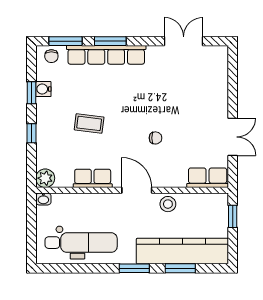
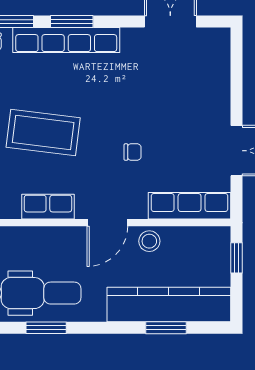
coffee table: (89, 123) -> (43, 132), width x1.86, depth x1.72
row of seats: (208, 178) -> (190, 206), width x1.48
door: (137, 190) -> (107, 223), swing flipped
window: (134, 268) -> (46, 328), moved

